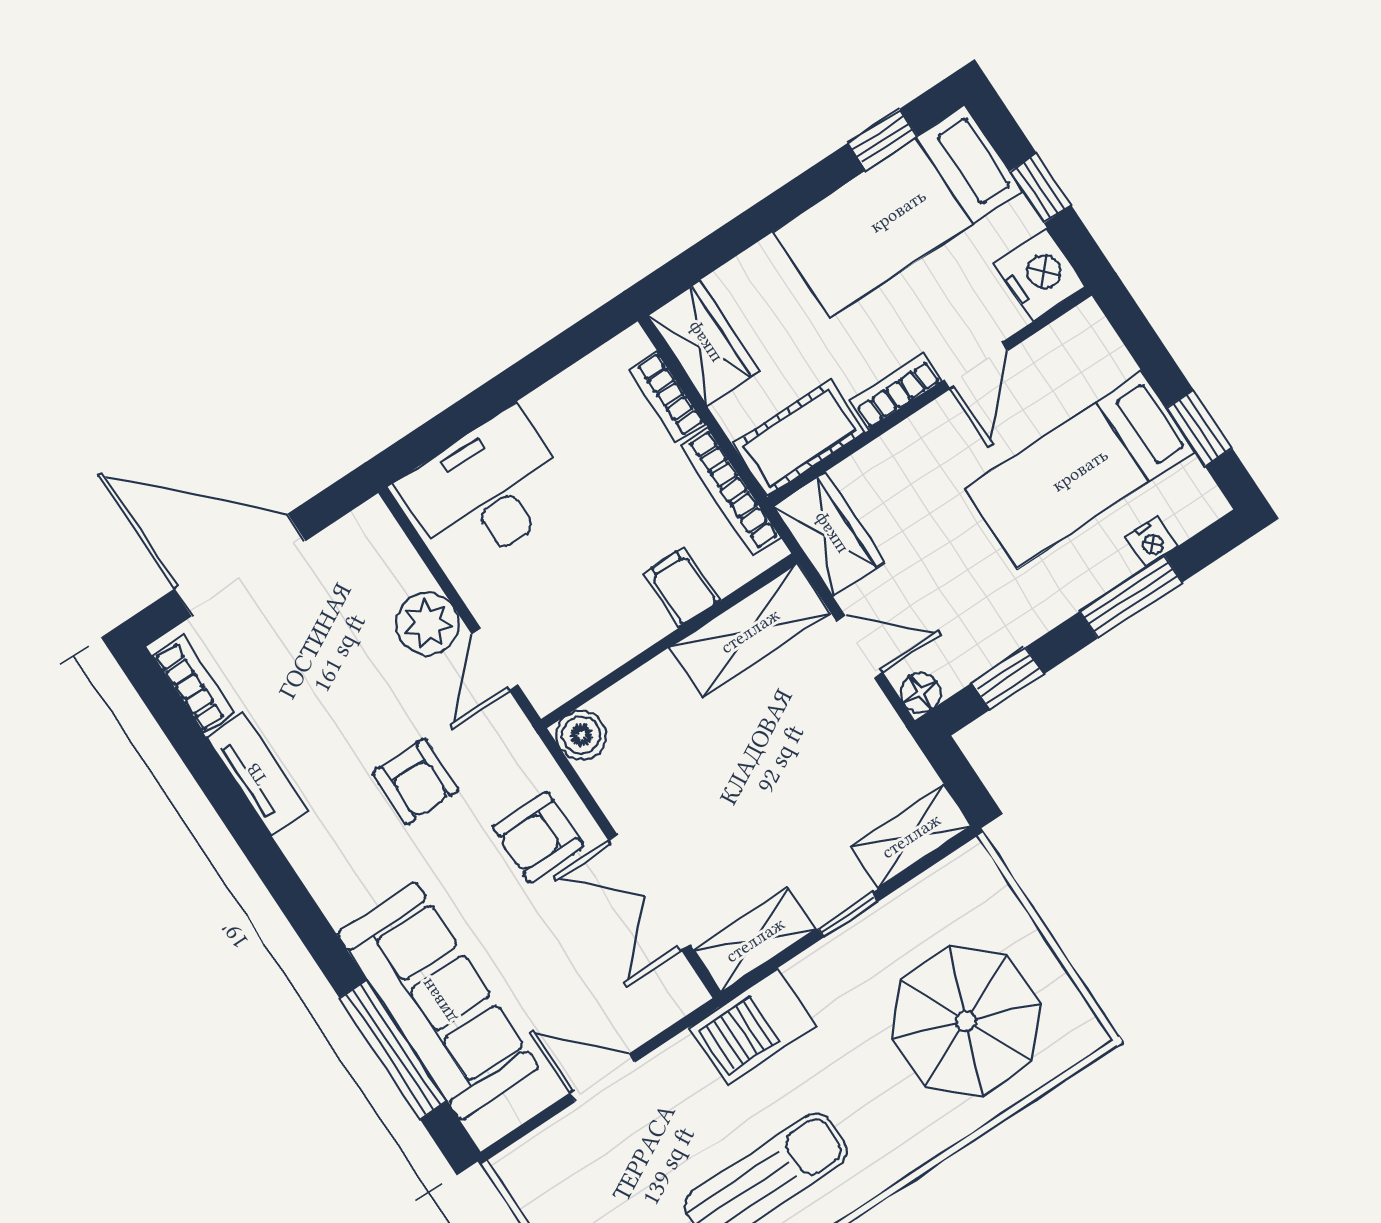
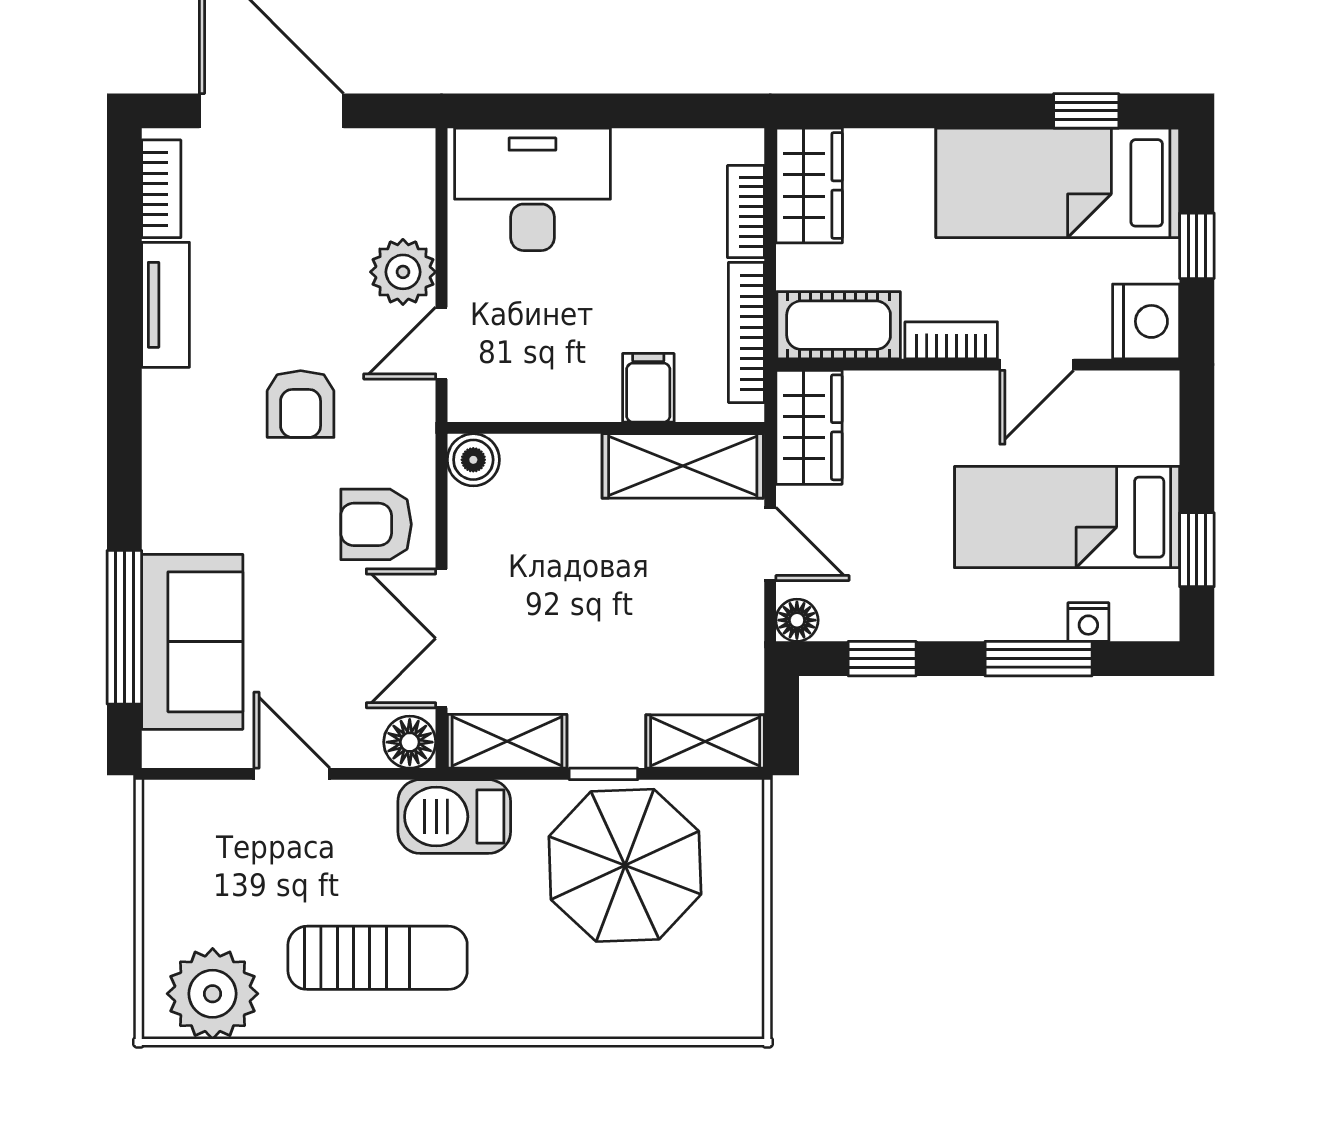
floor lamp: (678, 991) -> (410, 742), added
sofa: (438, 1001) -> (192, 642), width x0.73
parasol: (966, 1021) -> (625, 865), moved

